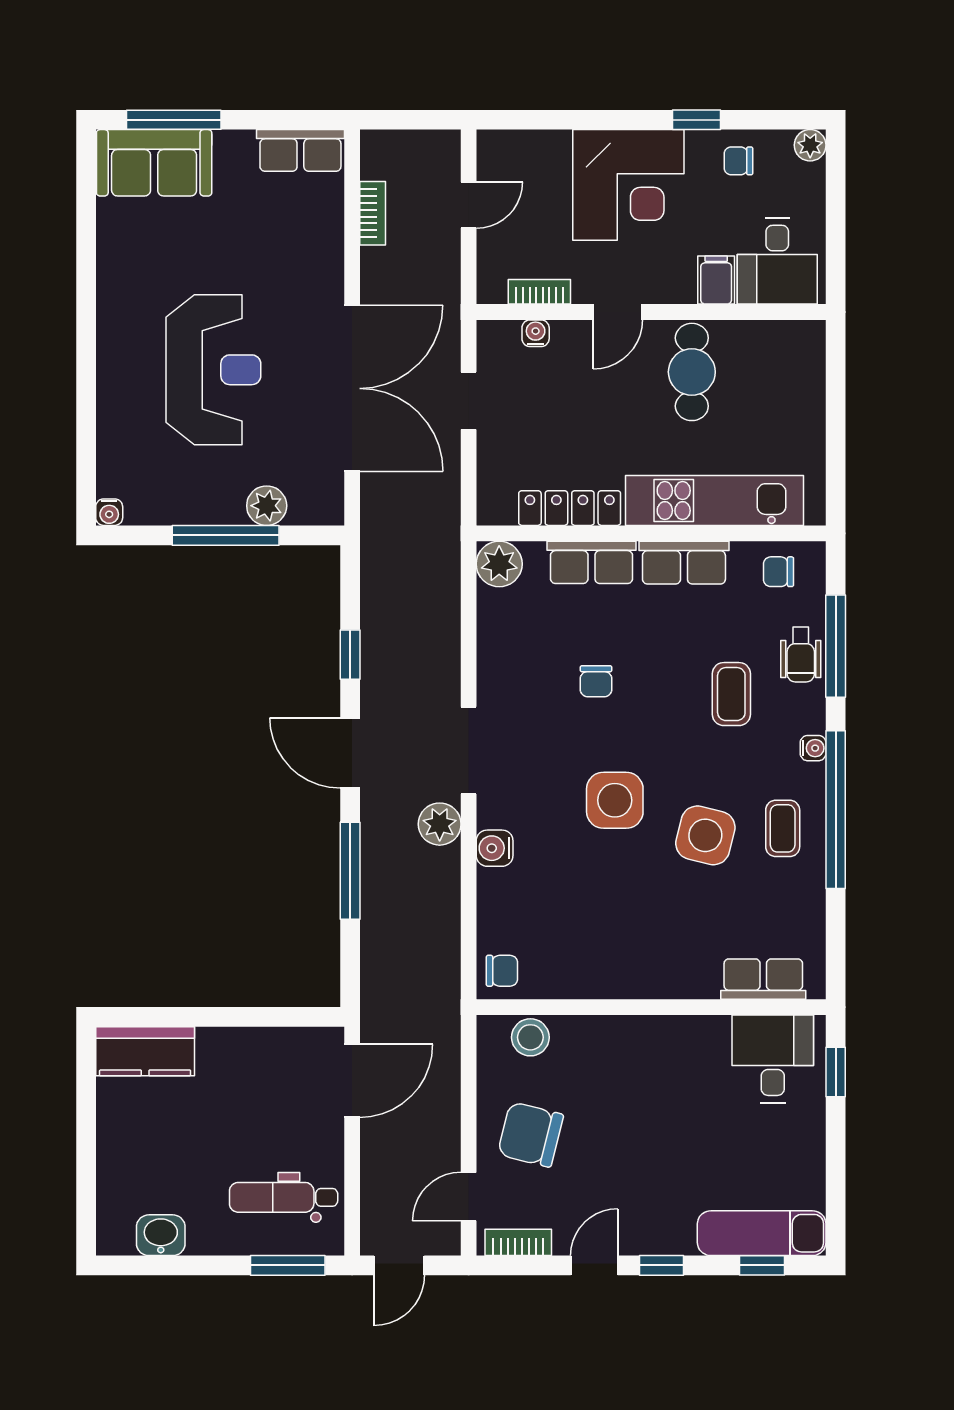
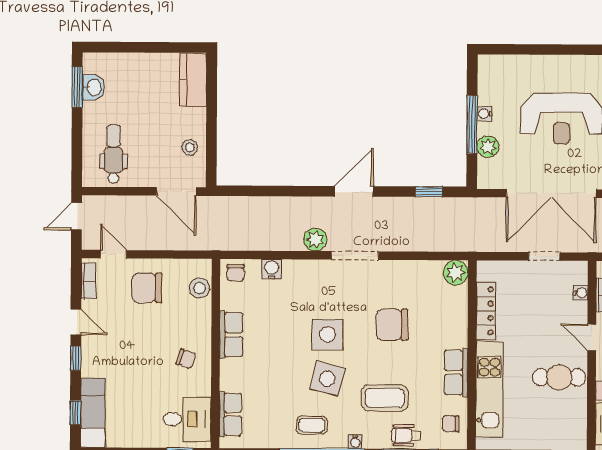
water cooler: (109, 512) -> (485, 114), moved
row of seats: (591, 562) -> (231, 335), moved, turned 180
chair: (778, 572) -> (451, 424), turned -90
window: (350, 655) -> (429, 192), moved
chair: (596, 681) -> (392, 325), width x1.87, depth x1.87
coffee table: (731, 694) -> (385, 398), width x1.36, depth x1.30
side table: (705, 835) -> (327, 379), moved
water cooler: (495, 848) -> (272, 269), moved
window: (350, 871) -> (290, 191), removed
stool: (270, 1056) -> (190, 147), added
chair: (661, 1062) -> (186, 359), added
chair: (530, 1134) -> (147, 288), turned -104
window: (288, 1265) -> (77, 87), moved
door: (399, 1265) -> (76, 216), hinge flipped

